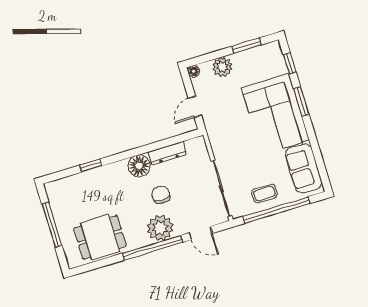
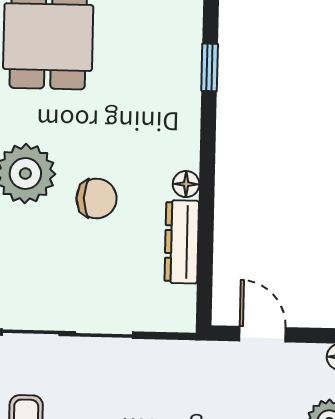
floor lamp: (139, 166) -> (186, 184), width x0.53, depth x0.53

